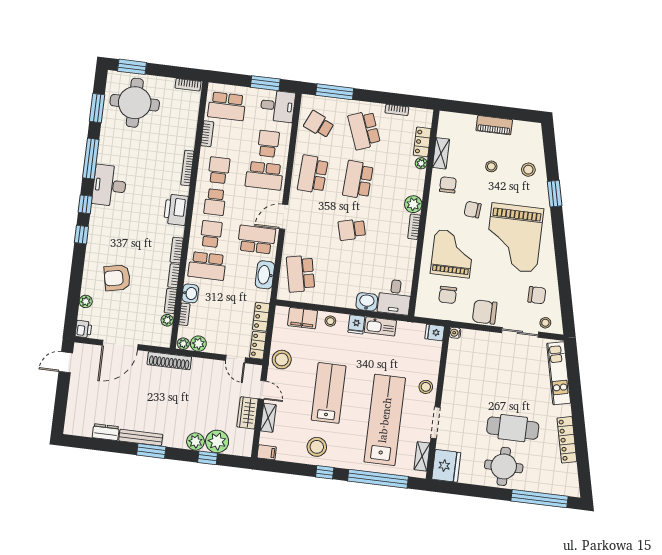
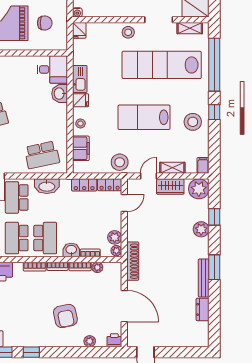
school desk: (211, 234) -> (17, 238), width x1.85
plant: (217, 441) -> (199, 189), moved

